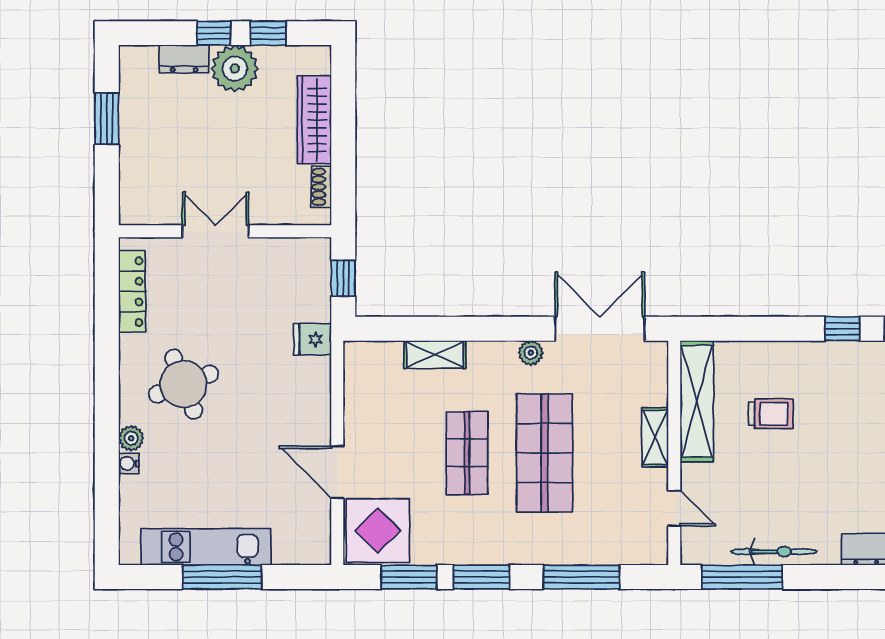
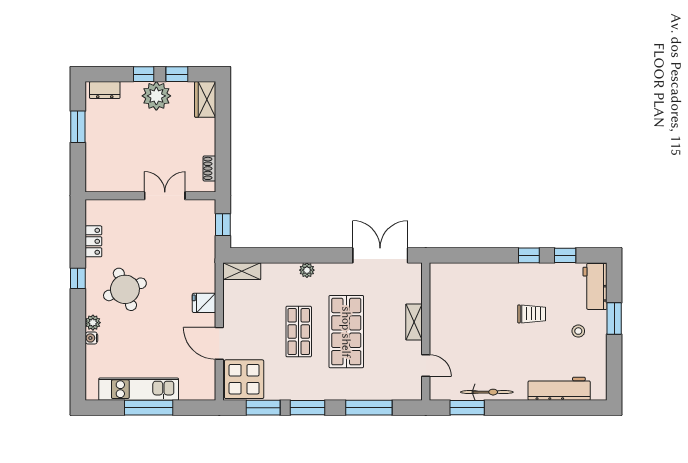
dresser: (184, 59) -> (105, 90), moved
wardrobe: (314, 120) -> (205, 99), moved, width x0.67
double door: (215, 231) -> (165, 196), moved
locker: (132, 292) -> (93, 241), width x0.66
fridge: (313, 339) -> (204, 303), moved
plant: (531, 353) -> (307, 270), moved
shelving: (435, 354) -> (242, 271), moved
window: (107, 366) -> (78, 278), added
shelving: (697, 401) -> (440, 300), removed
trolley: (771, 414) -> (532, 314), moved
window: (742, 577) -> (467, 408), width x0.69

